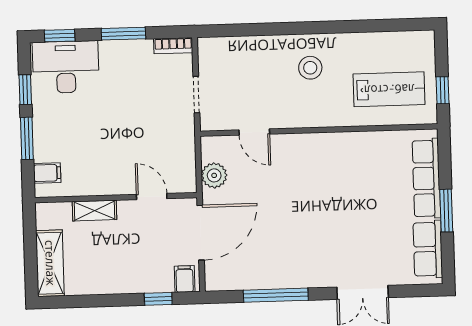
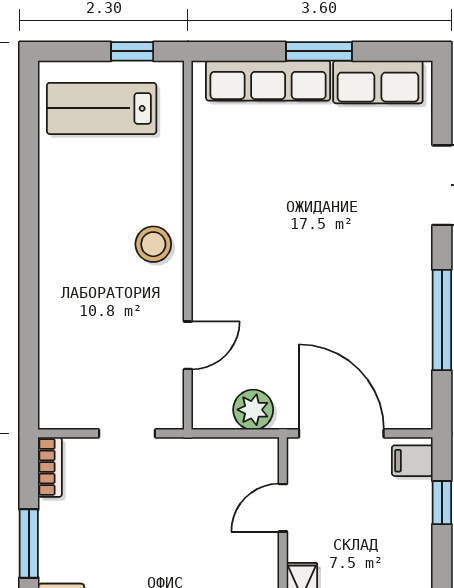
stool: (310, 68) -> (153, 244), moved
lab bench: (389, 89) -> (102, 108), moved, turned -90

